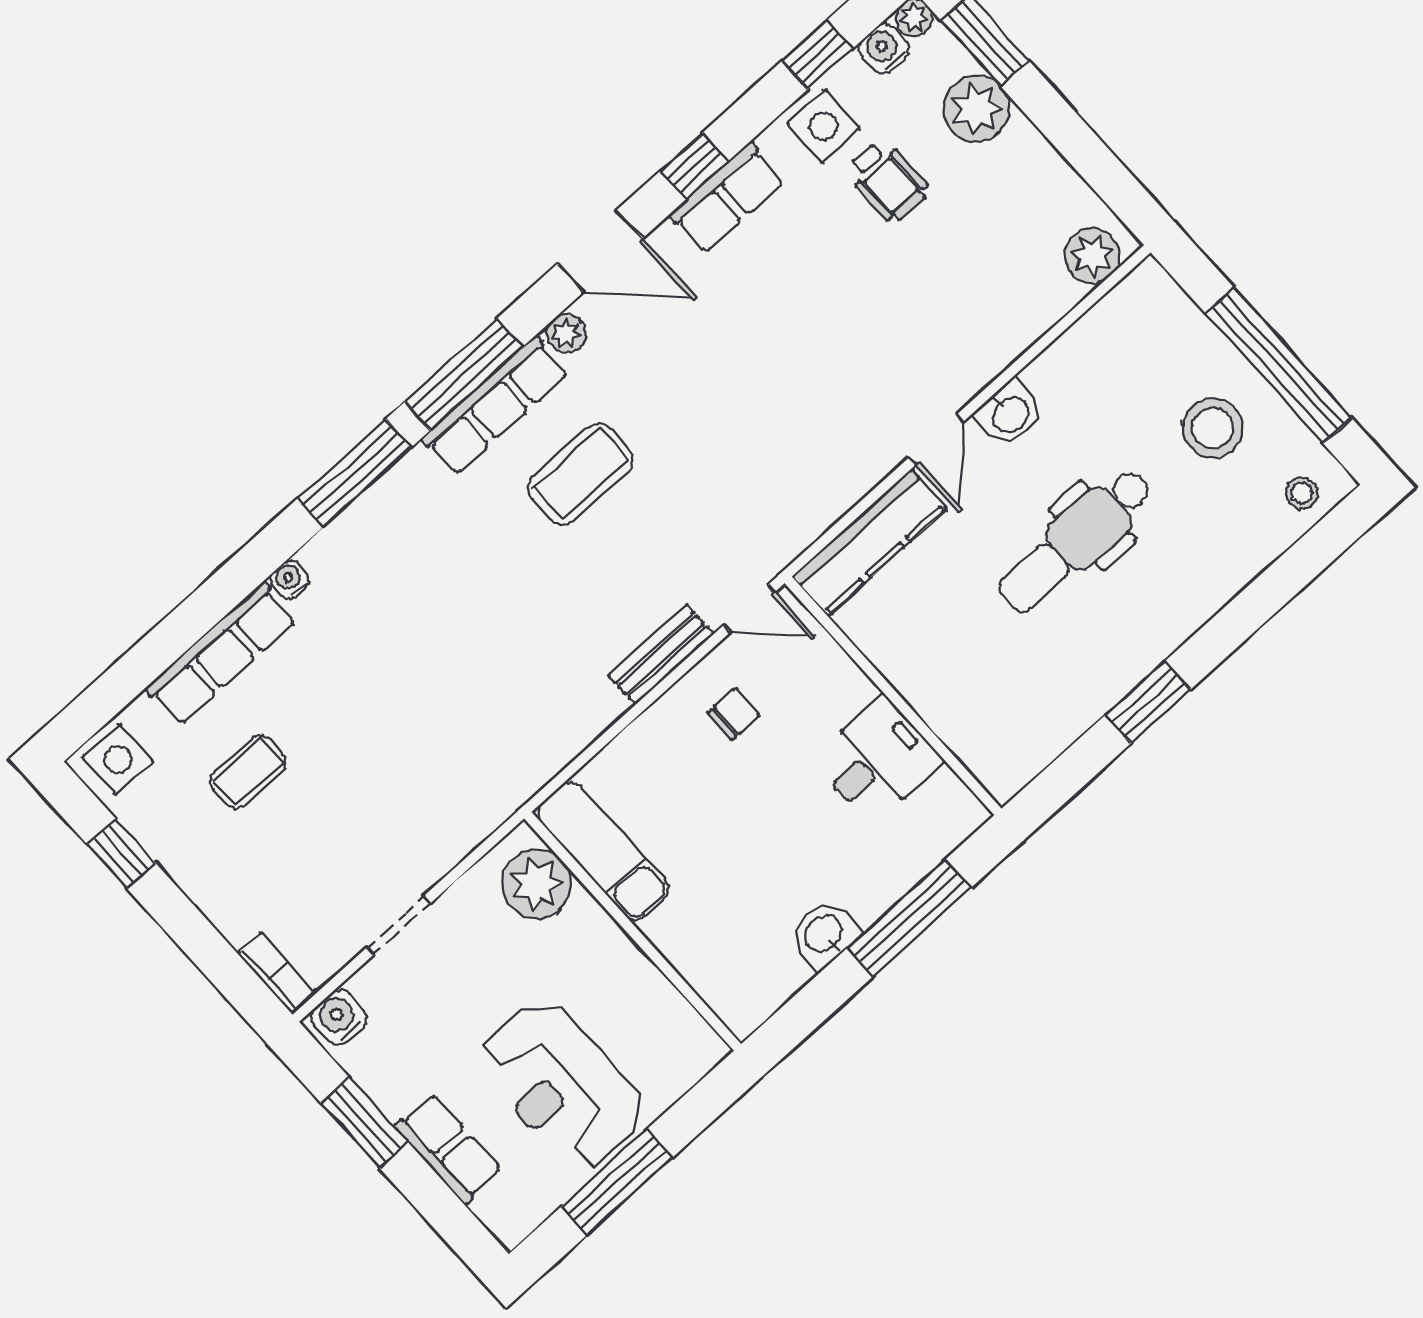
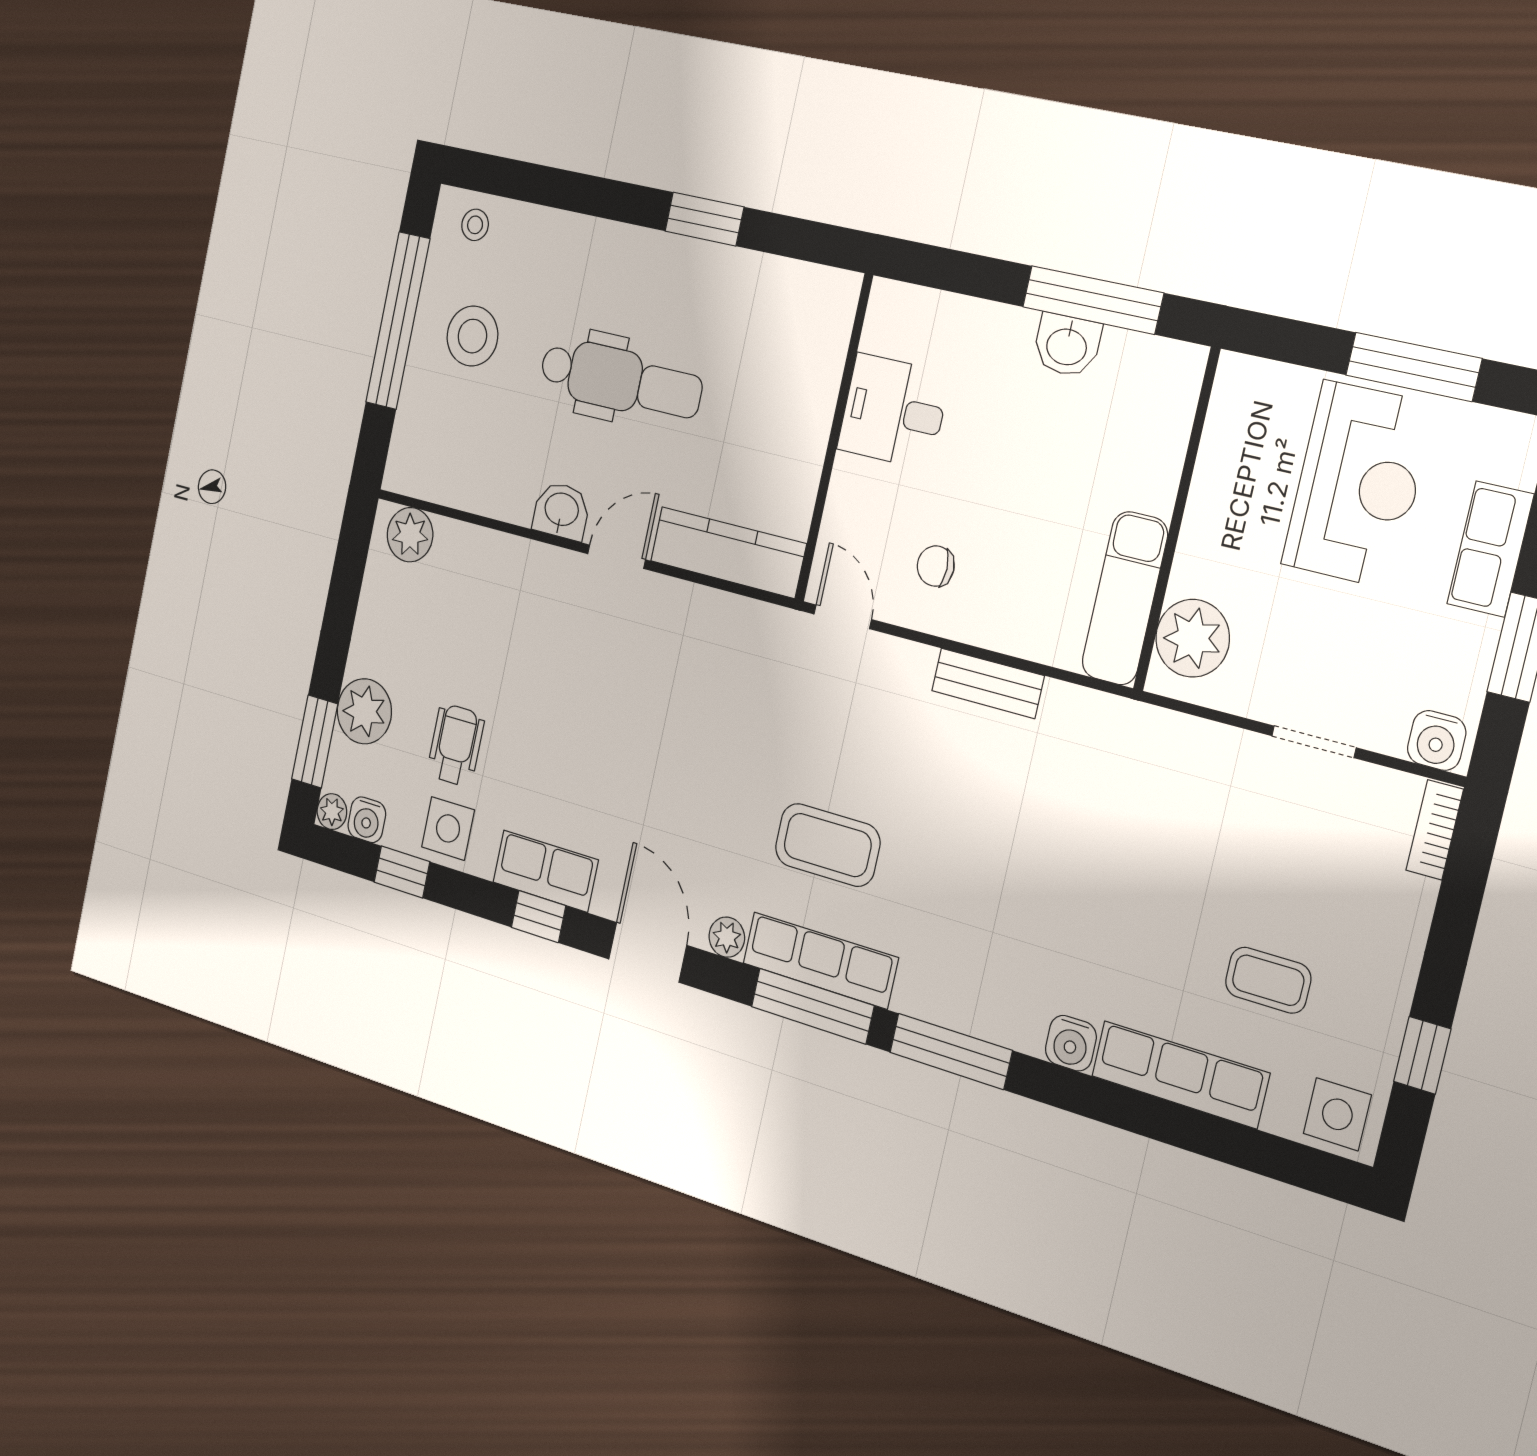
water cooler: (290, 579) -> (1071, 1043), width x1.38, depth x1.38
bench: (661, 655) -> (988, 683), moved
window: (909, 918) -> (1093, 300), moved

